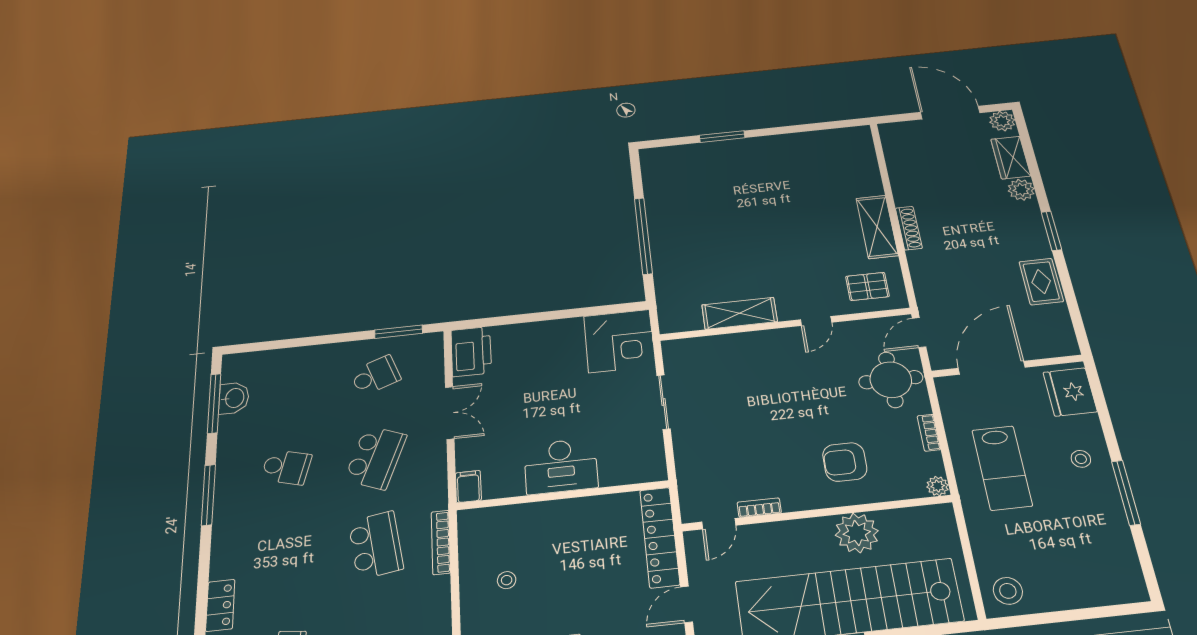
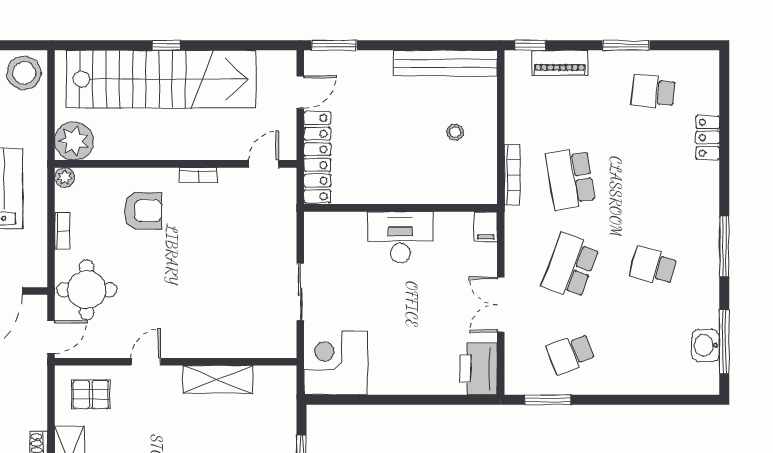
bookcase: (759, 508) -> (198, 175), moved
plant: (857, 533) -> (74, 141), moved
stool: (1008, 591) -> (24, 73), width x1.38, depth x1.38

